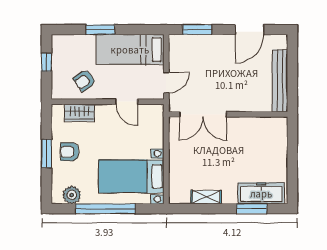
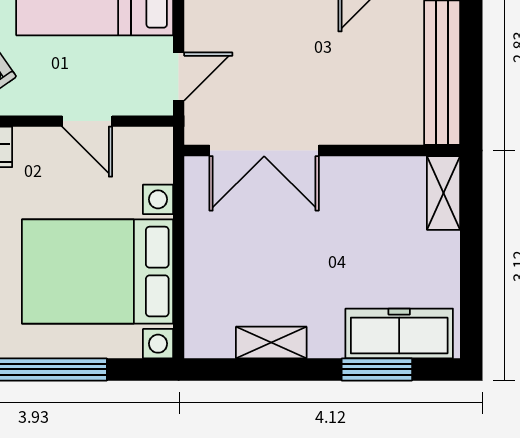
shelving: (280, 133) -> (444, 193), added
bed with nightstands: (131, 176) -> (98, 272), width x1.36

